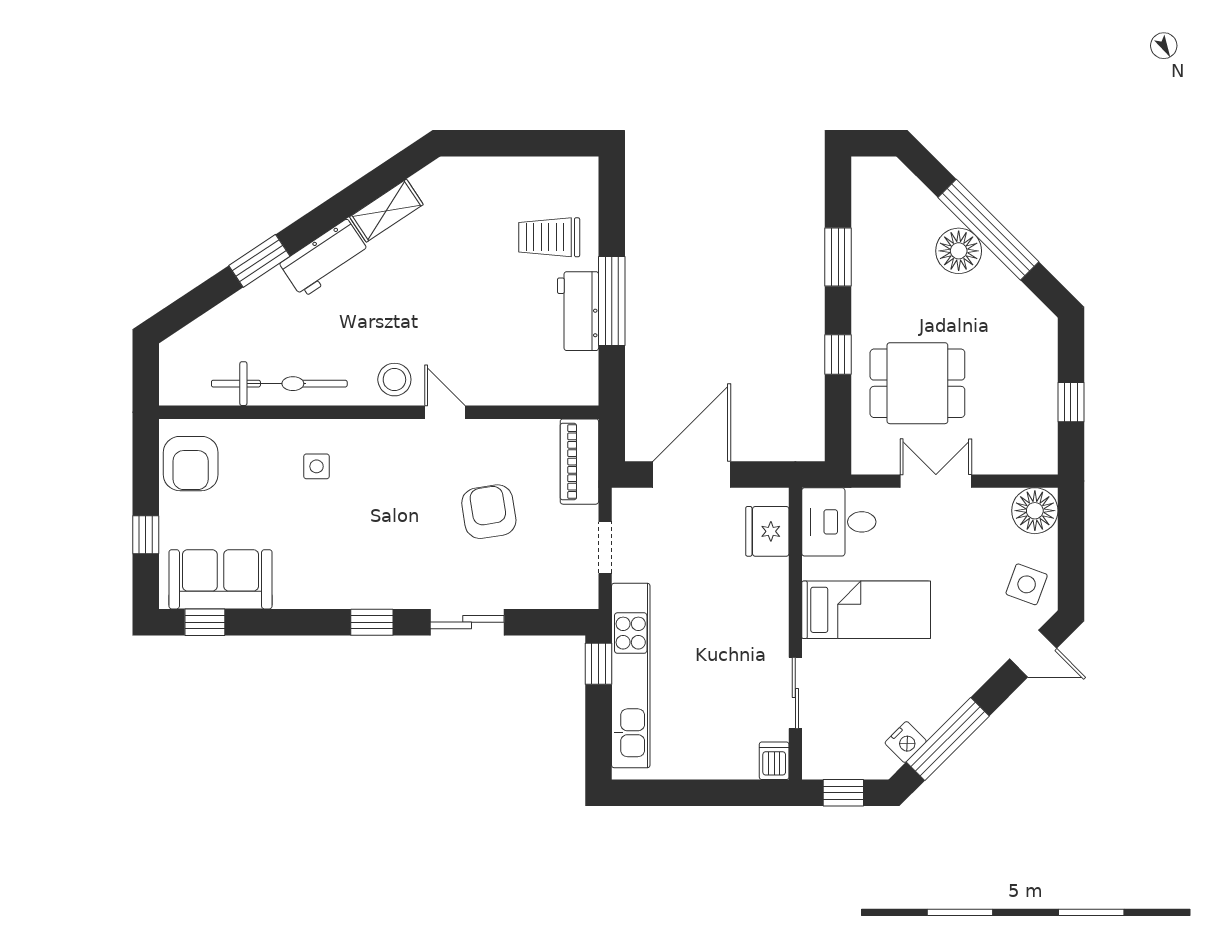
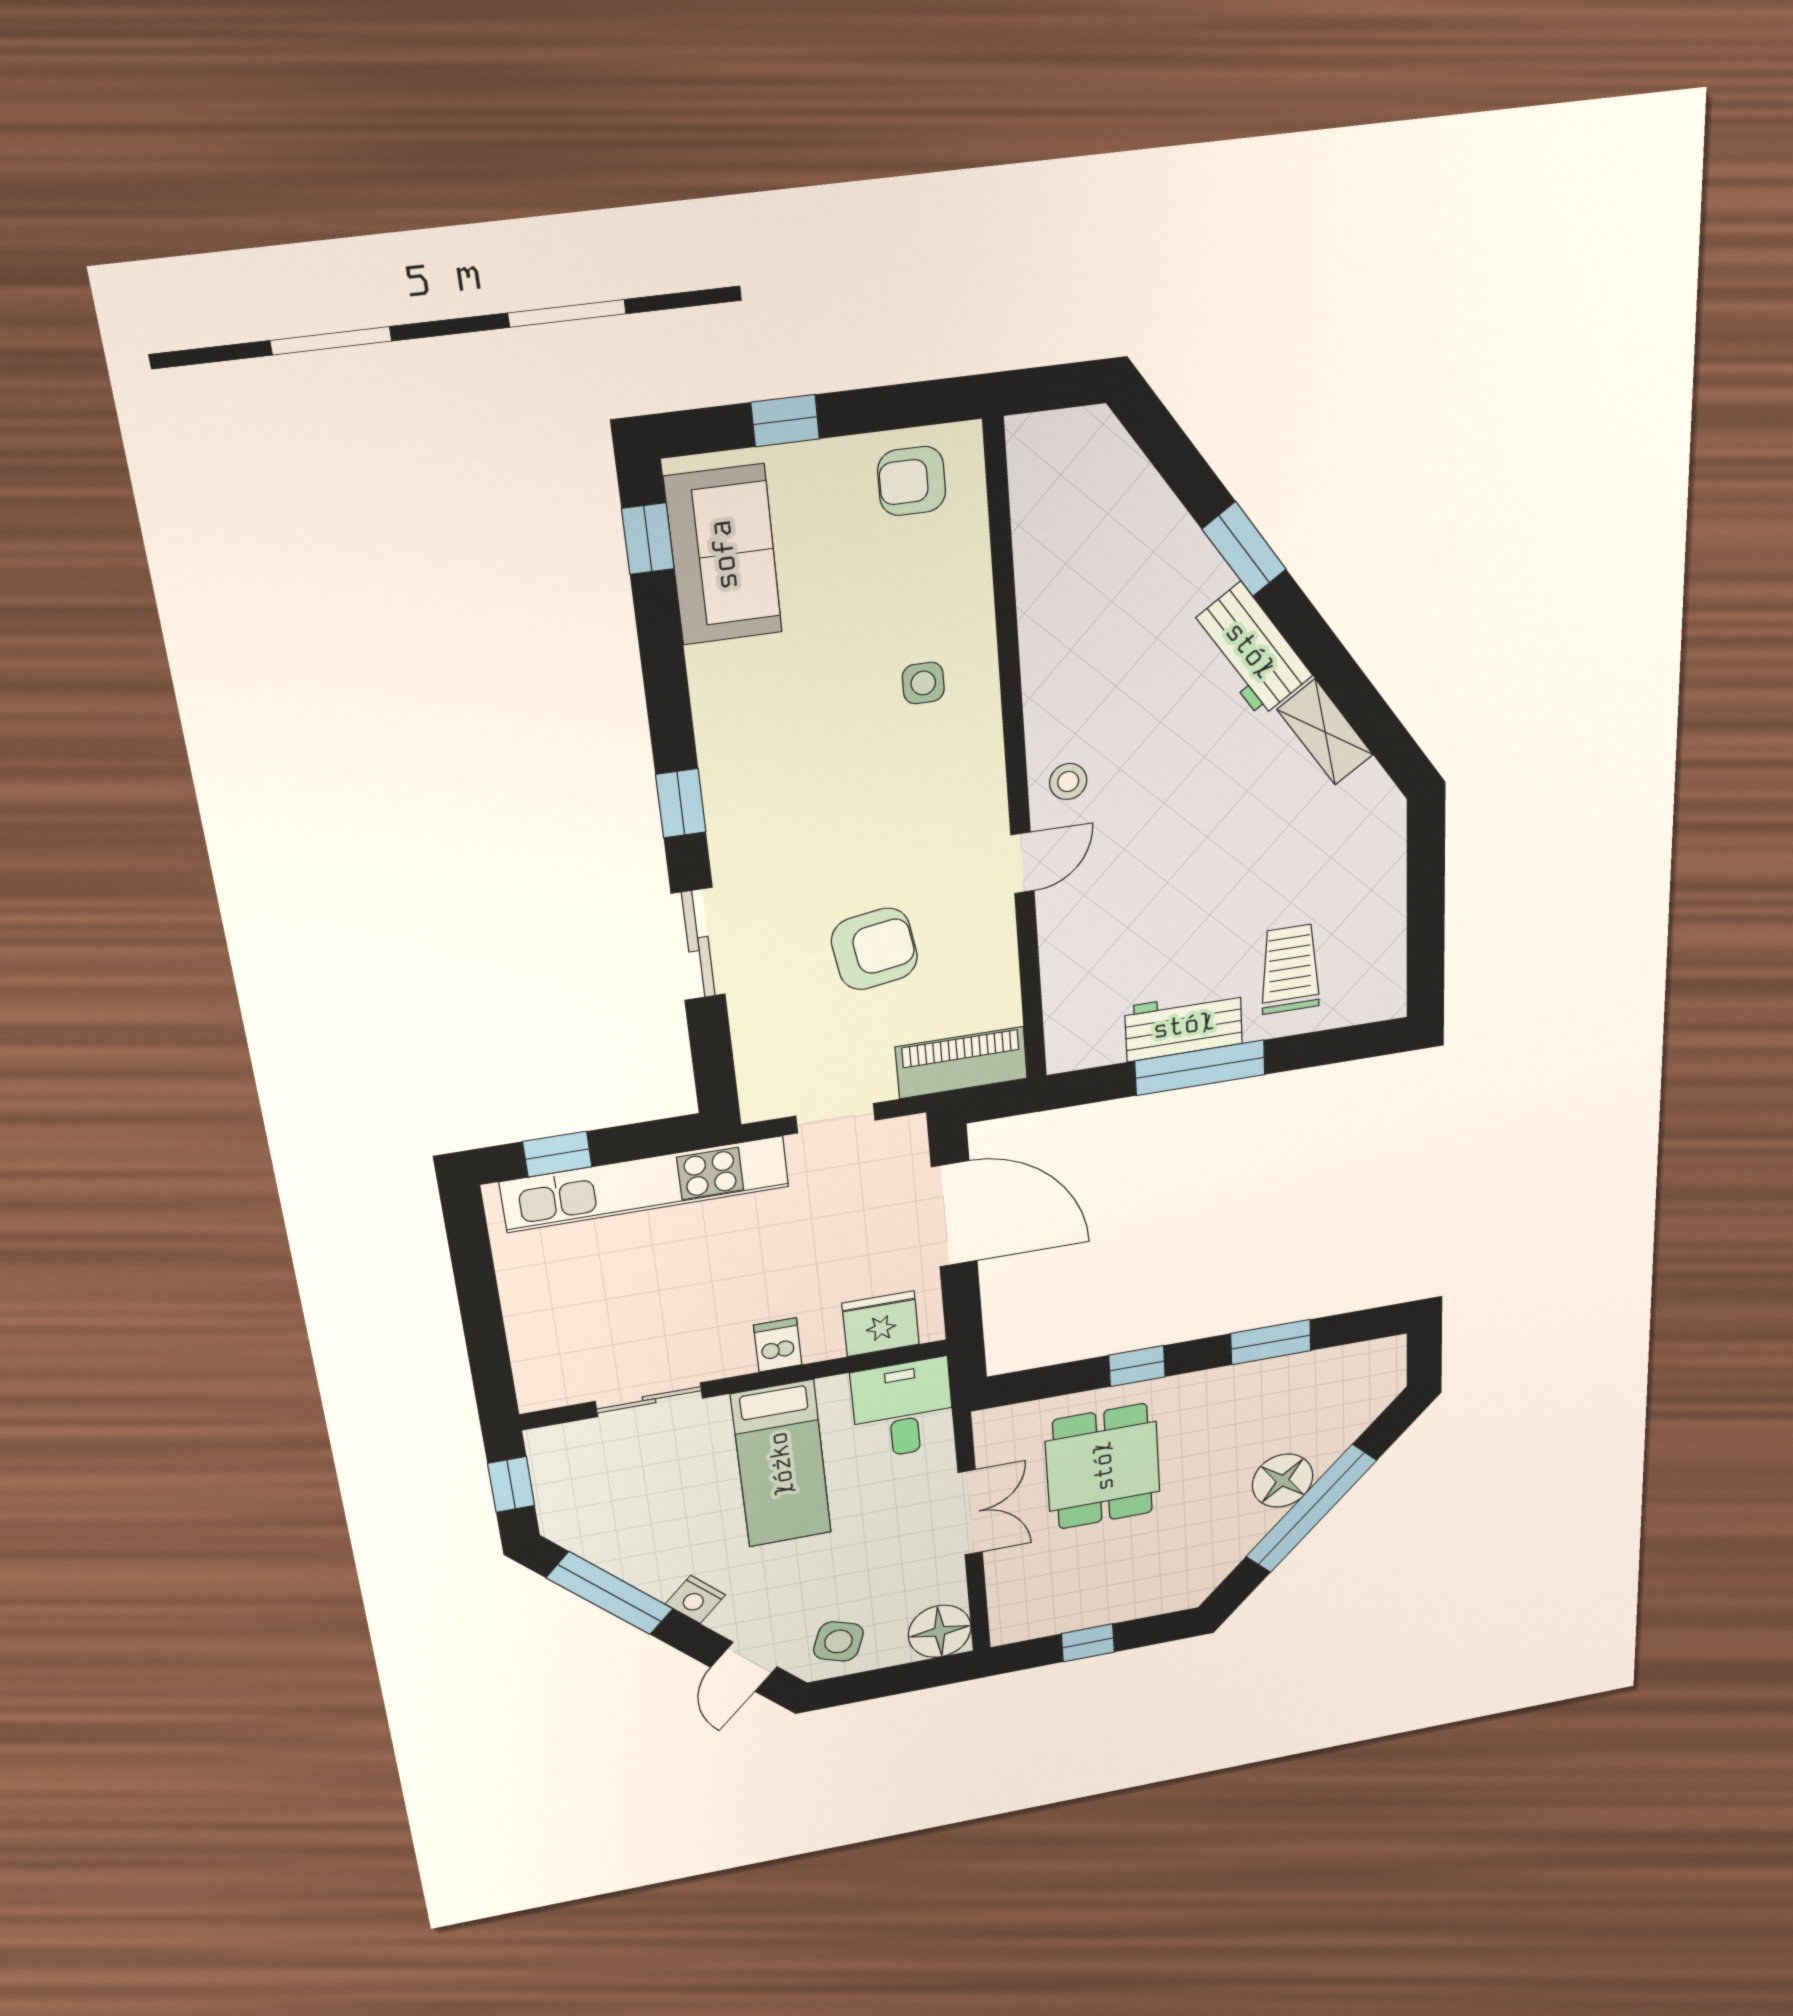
stool: (394, 380) -> (1068, 782), width x0.73, depth x0.73
bicycle: (279, 384) -> (1051, 607), removed
armchair: (191, 464) -> (912, 481), width x0.72, depth x0.72
window: (599, 664) -> (557, 1154), moved
nightstand: (906, 742) -> (695, 1599), moved
dishwasher: (774, 761) -> (778, 1345), moved, turned -90

